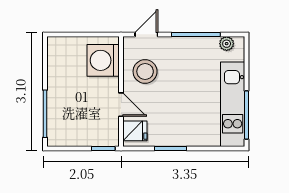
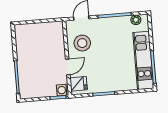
washing machine: (103, 60) -> (63, 90), moved, width x0.53, depth x0.53
door: (121, 105) -> (68, 67), hinge flipped

